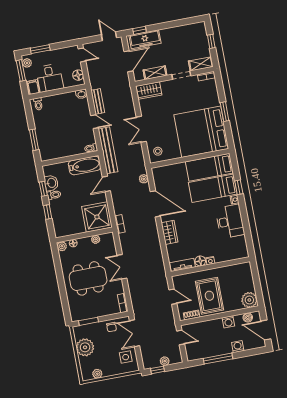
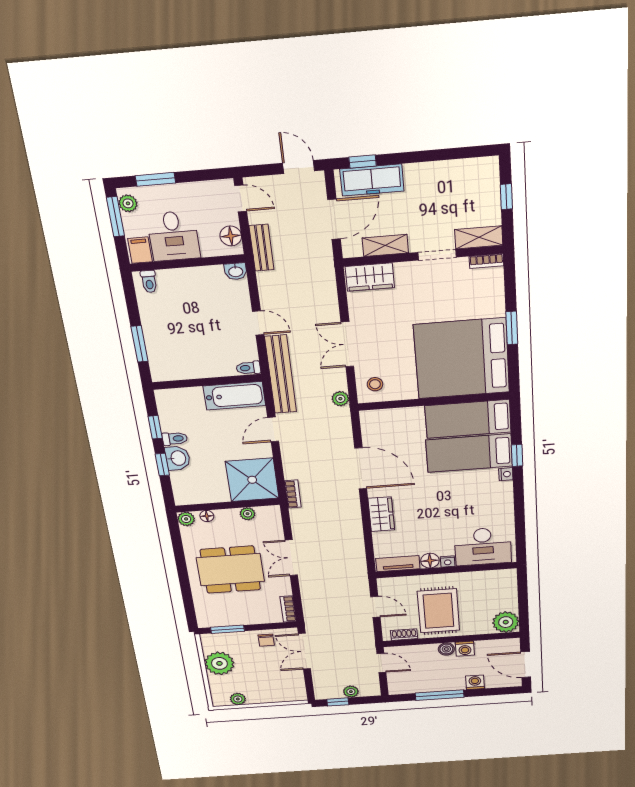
bench: (98, 101) -> (262, 248), moved
plant: (144, 179) -> (340, 399), moved
washbasin: (51, 183) -> (178, 458), moved
desk: (230, 221) -> (483, 546), moved, turned 90
boiler: (248, 317) -> (446, 649), moved
side table: (126, 357) -> (287, 681), removed

